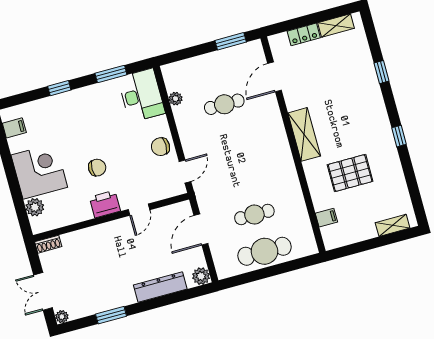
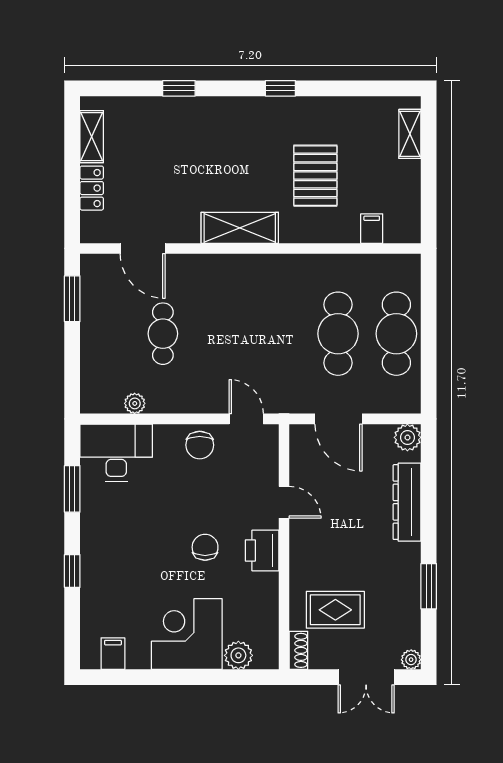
cafe table: (254, 215) -> (338, 334), width x1.37, depth x1.35
rug: (80, 260) -> (335, 610), added

